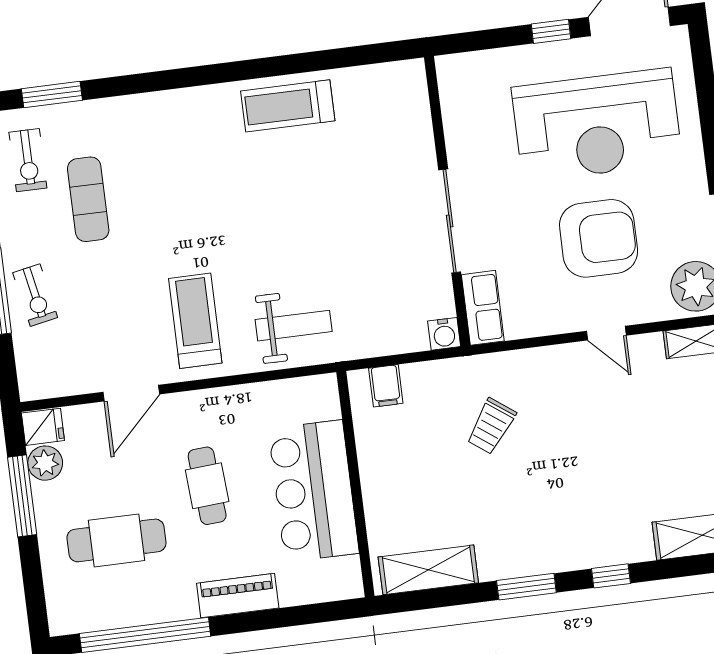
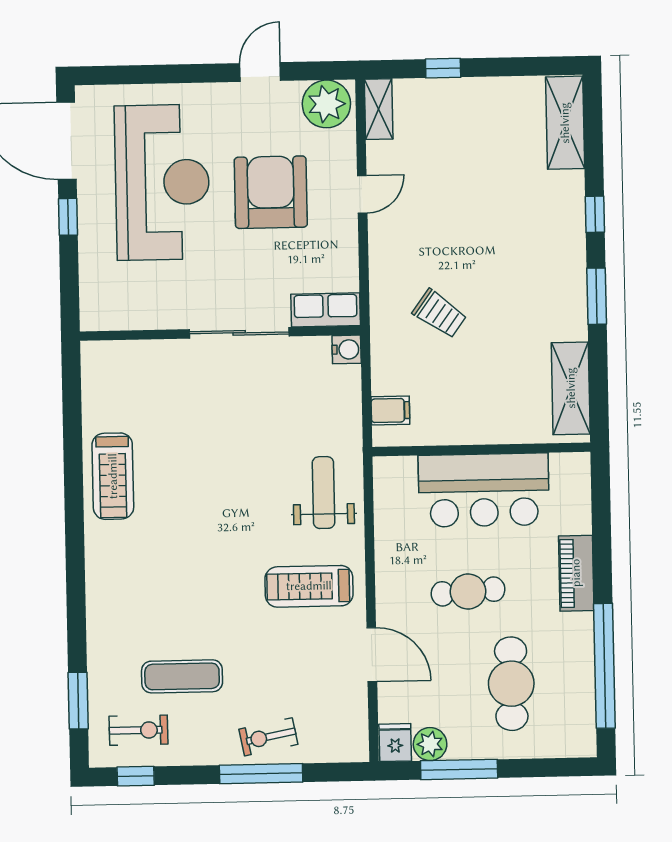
exercise bike: (35, 295) -> (268, 737), turned 180

